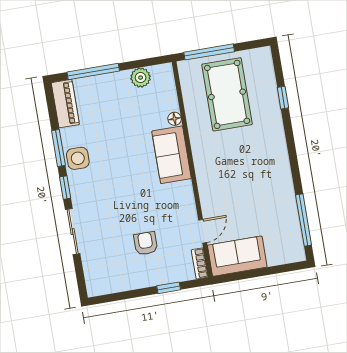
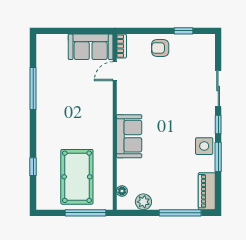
floor lamp: (175, 119) -> (122, 191), moved
window: (304, 220) -> (33, 89), moved
armchair: (146, 243) -> (160, 48), moved, turned 90
window: (169, 288) -> (184, 31), moved

